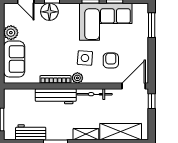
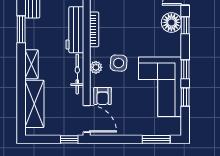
armchair: (111, 60) -> (103, 96), moved, turned 90
plant: (77, 78) -> (96, 67), moved

